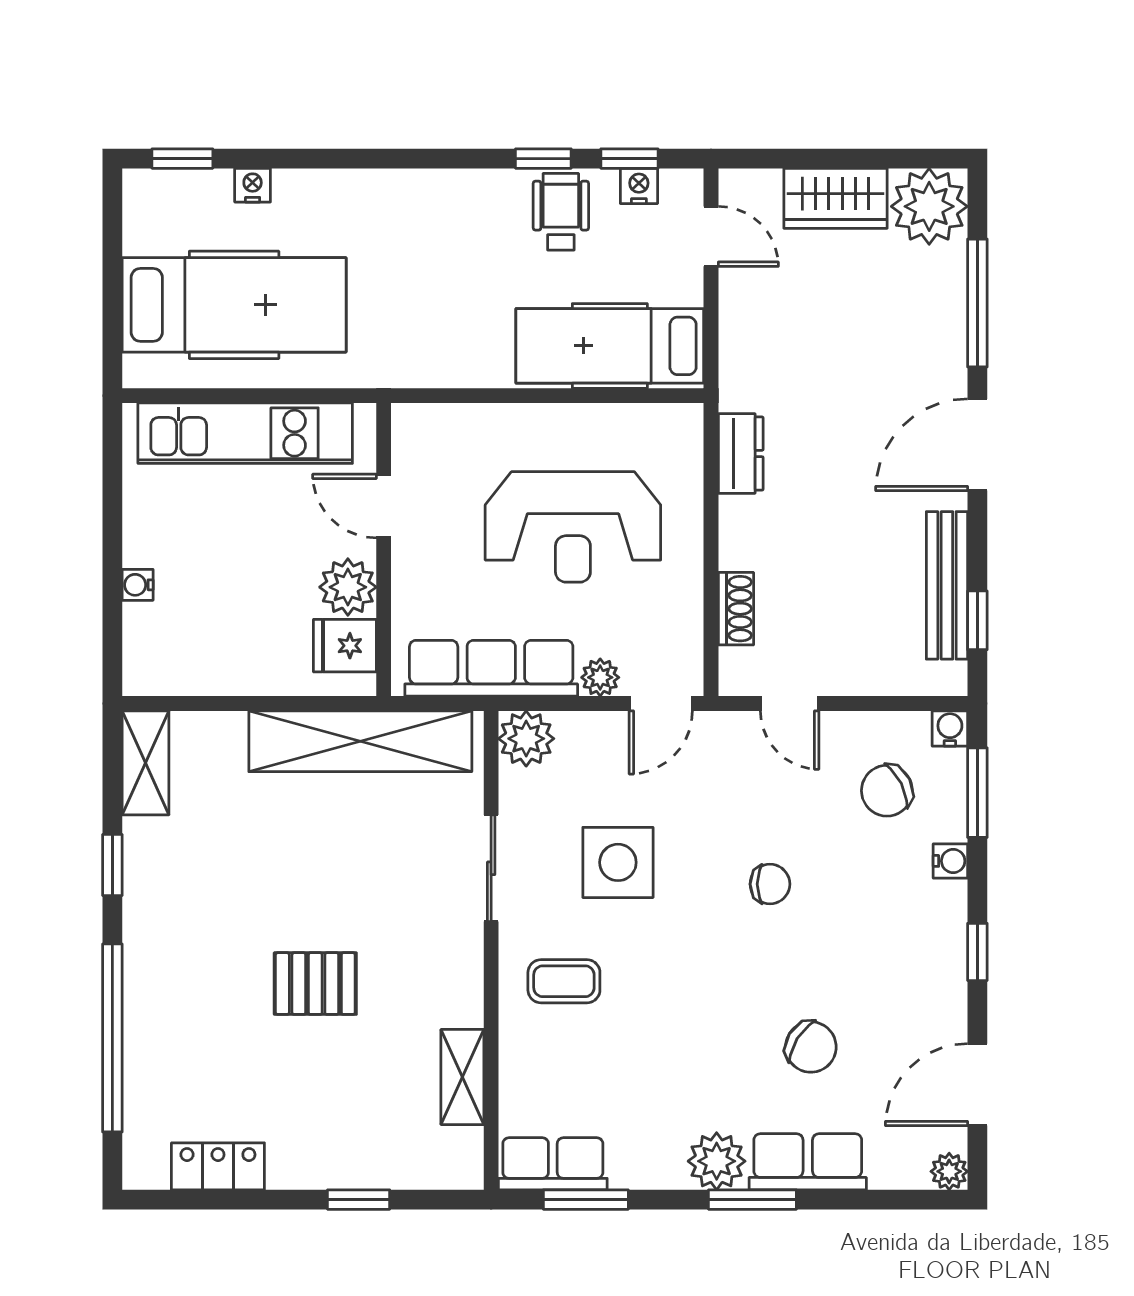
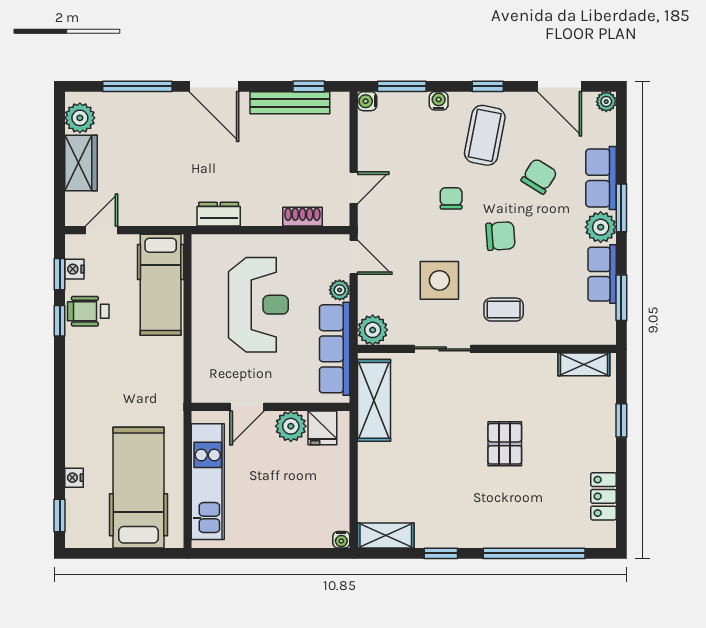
plant: (929, 206) -> (80, 118), width x0.73, depth x0.73
water cooler: (138, 585) -> (341, 540), moved
shelving: (360, 741) -> (374, 400), width x0.68
chair: (887, 791) -> (501, 236), moved, turned -67
coffee table: (887, 946) -> (485, 135), added
coffee table: (564, 981) -> (504, 310), turned 90
shelving: (462, 1077) -> (584, 364), moved
row of seats: (553, 1164) -> (602, 274), moved

